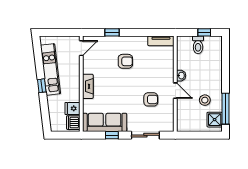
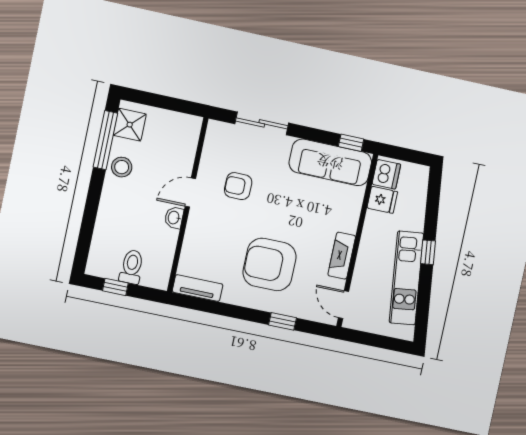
door: (81, 48) -> (343, 305), hinge flipped
armchair: (125, 61) -> (270, 264), width x1.88, depth x1.88
fireplace: (88, 86) -> (342, 256), moved
door: (175, 91) -> (190, 192), hinge flipped
stool: (205, 100) -> (122, 167), moved
window: (112, 135) -> (351, 143), moved

